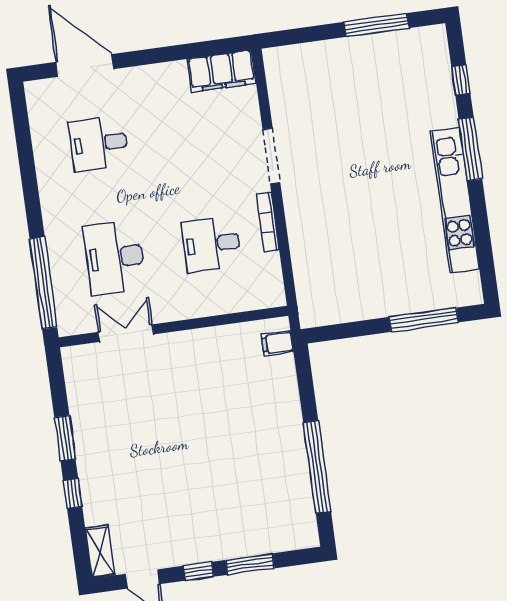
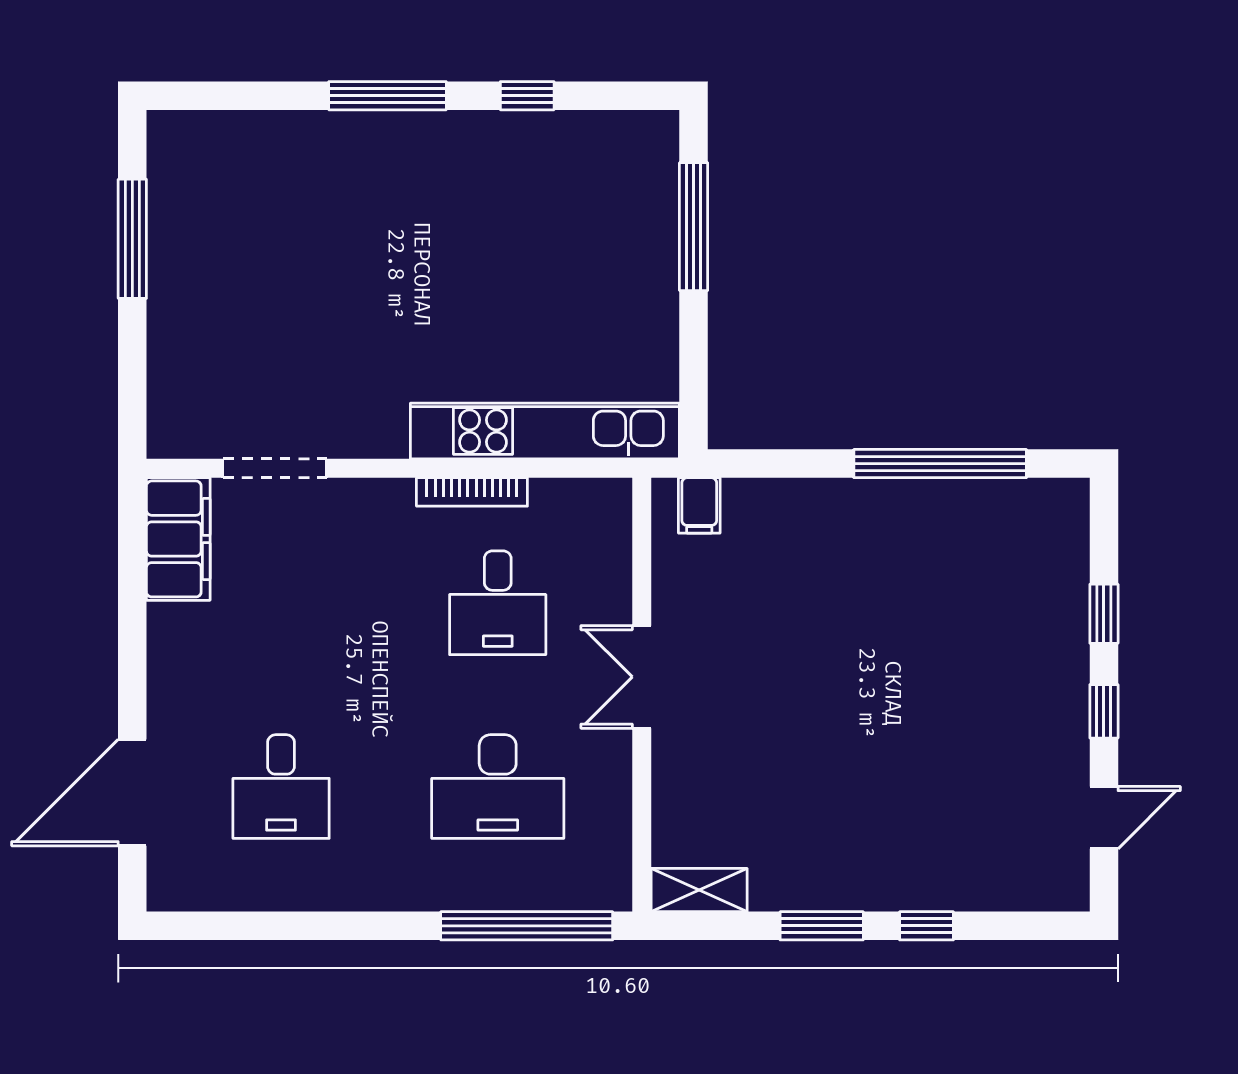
window: (461, 80) -> (527, 96), moved
doorway: (271, 156) -> (275, 468), moved
kitchen unit: (455, 200) -> (545, 431), moved, turned 180
double door: (126, 333) -> (642, 677), moved
shelving: (100, 552) -> (699, 890), moved
window: (250, 564) -> (1104, 614), width x0.67

